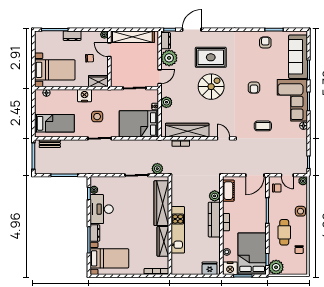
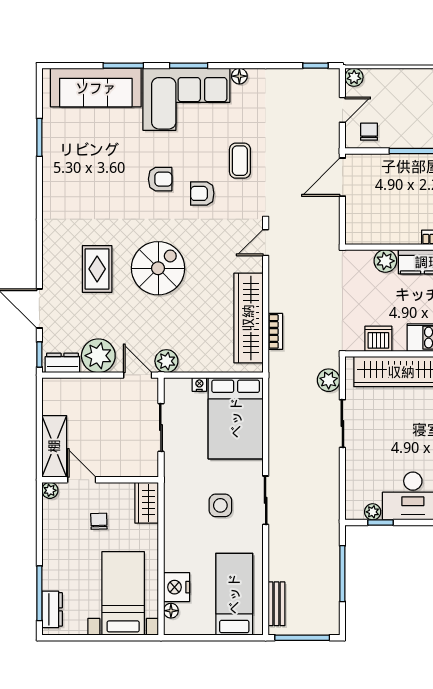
dresser: (72, 36) -> (52, 609), moved
shelving: (132, 37) -> (54, 446), width x0.68
armchair: (265, 43) -> (202, 193), moved
door: (109, 50) -> (82, 480), swing flipped
rug: (211, 57) -> (97, 269), width x0.73, depth x0.70
spiral stairs: (211, 87) -> (158, 268), turned 90
nightstand: (85, 96) -> (177, 587), moved
plant: (166, 102) -> (166, 361), moved
door: (255, 175) -> (342, 177), swing flipped
cot: (228, 191) -> (374, 232), removed
dishwasher: (177, 193) -> (378, 339), added
side table: (300, 211) -> (417, 82), removed

